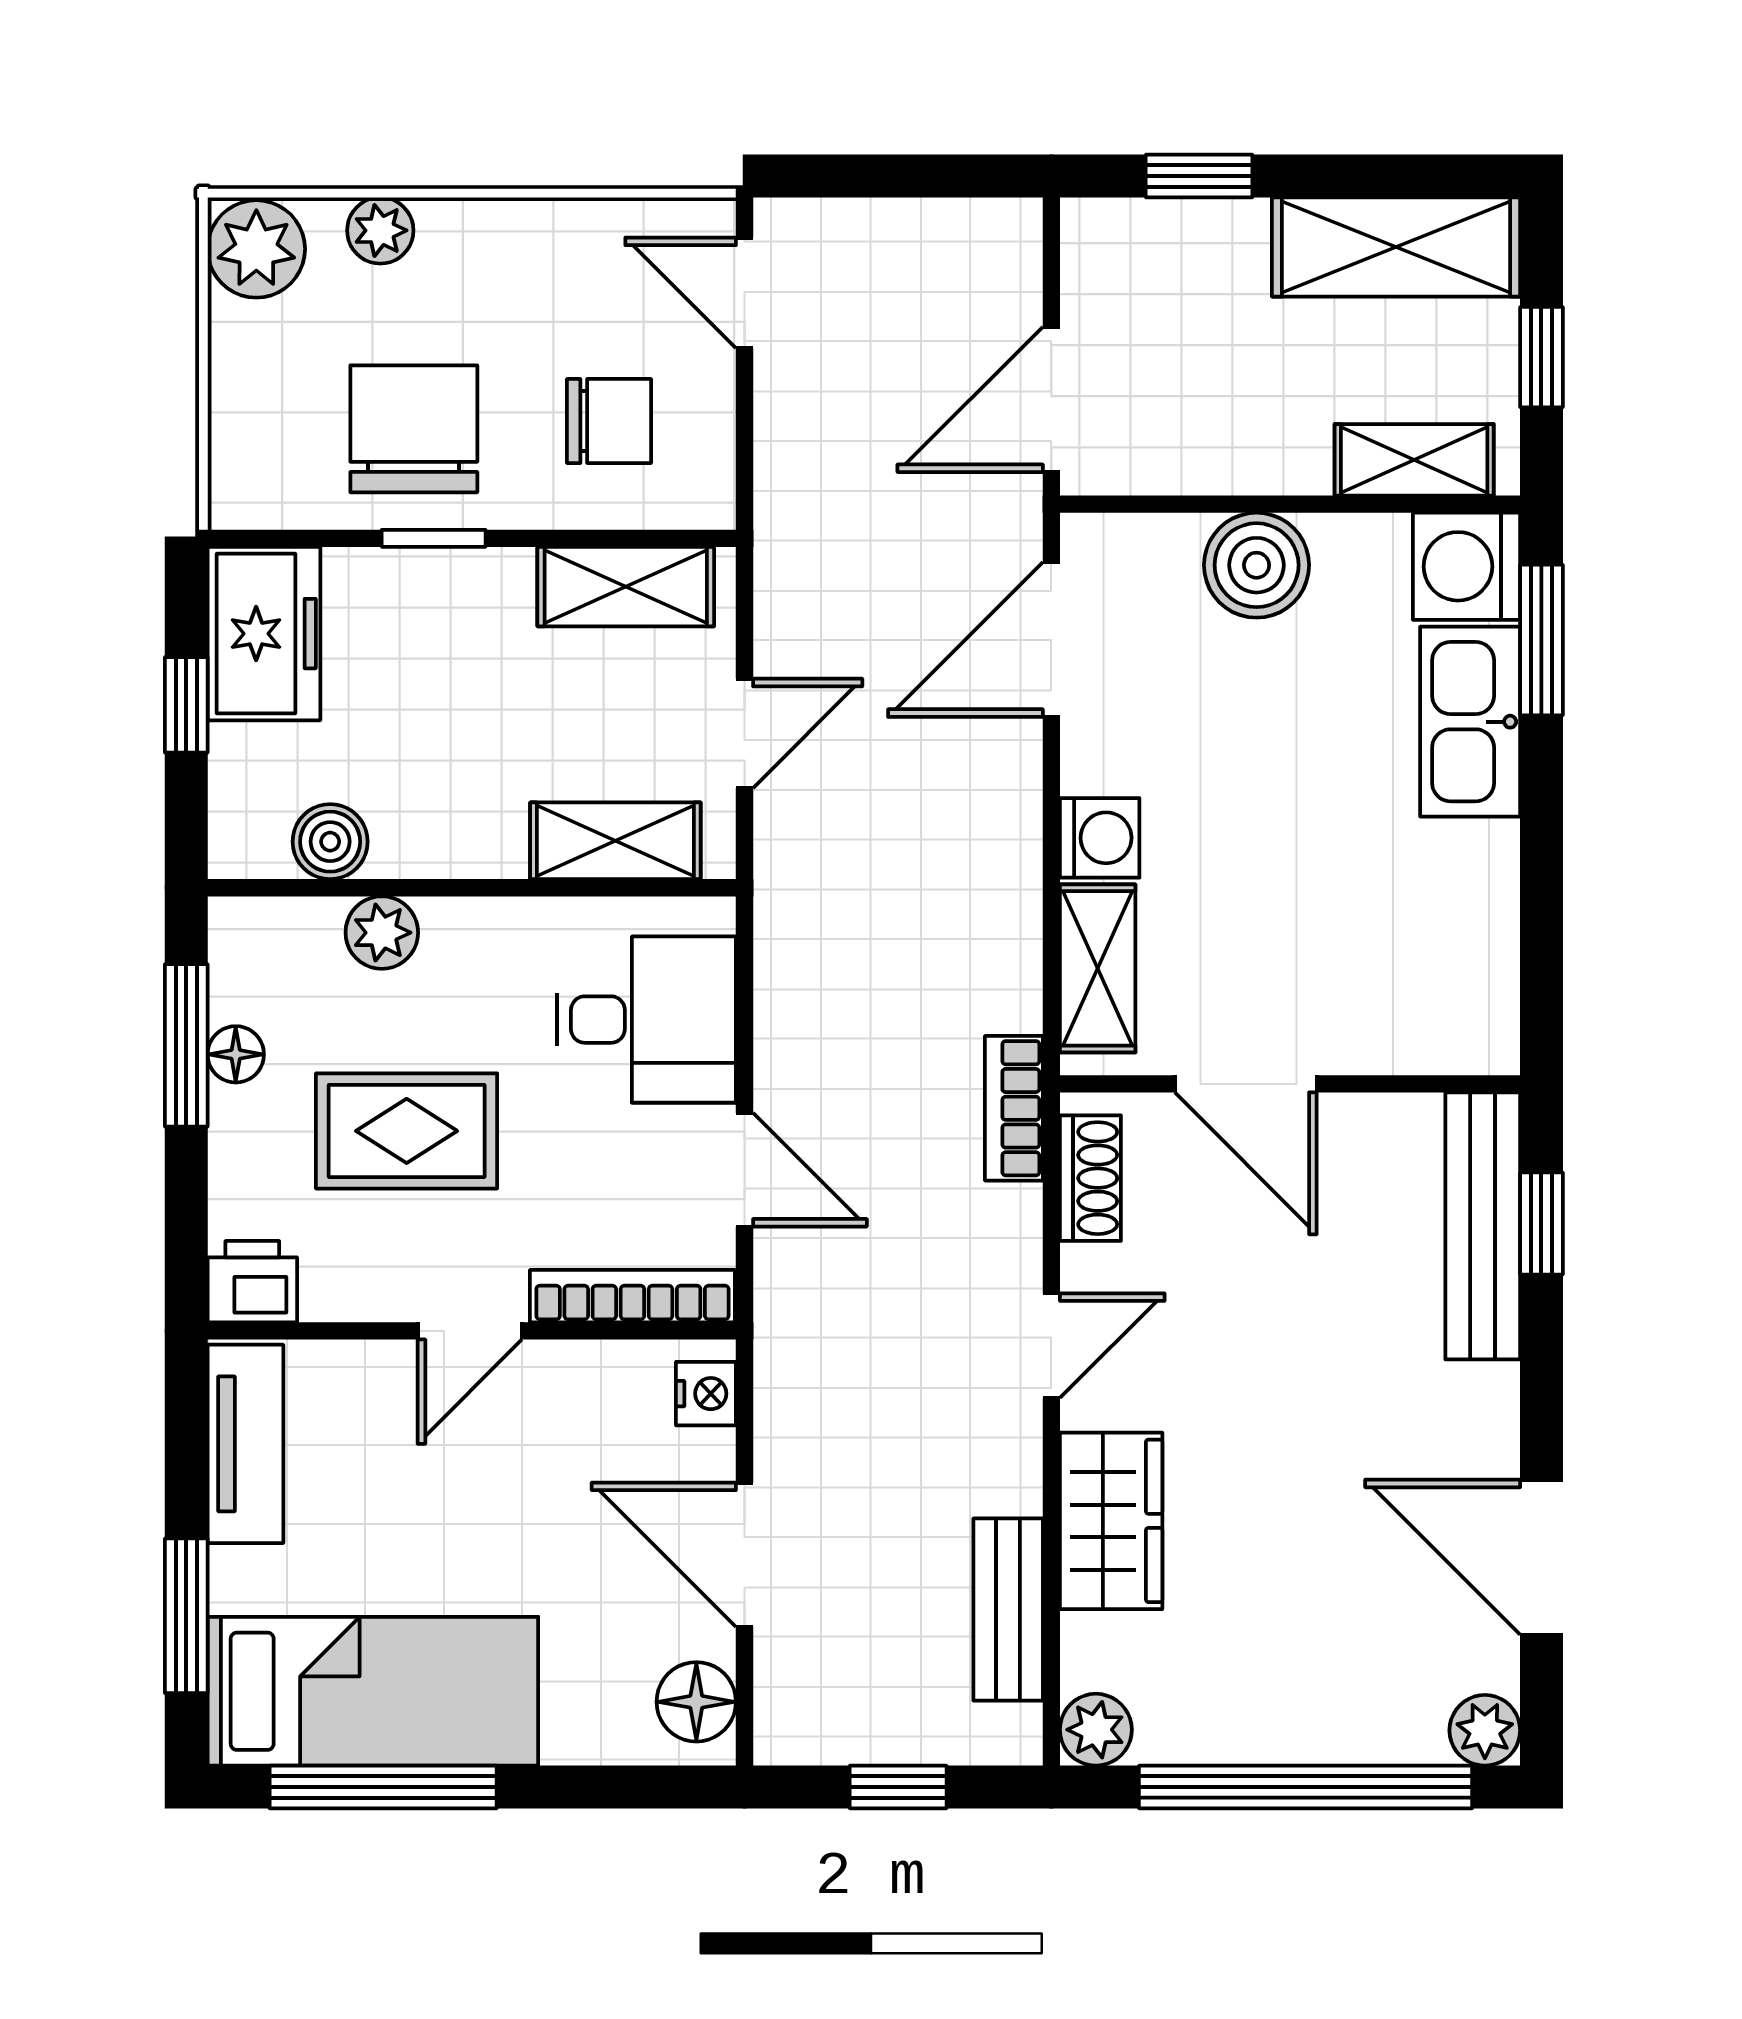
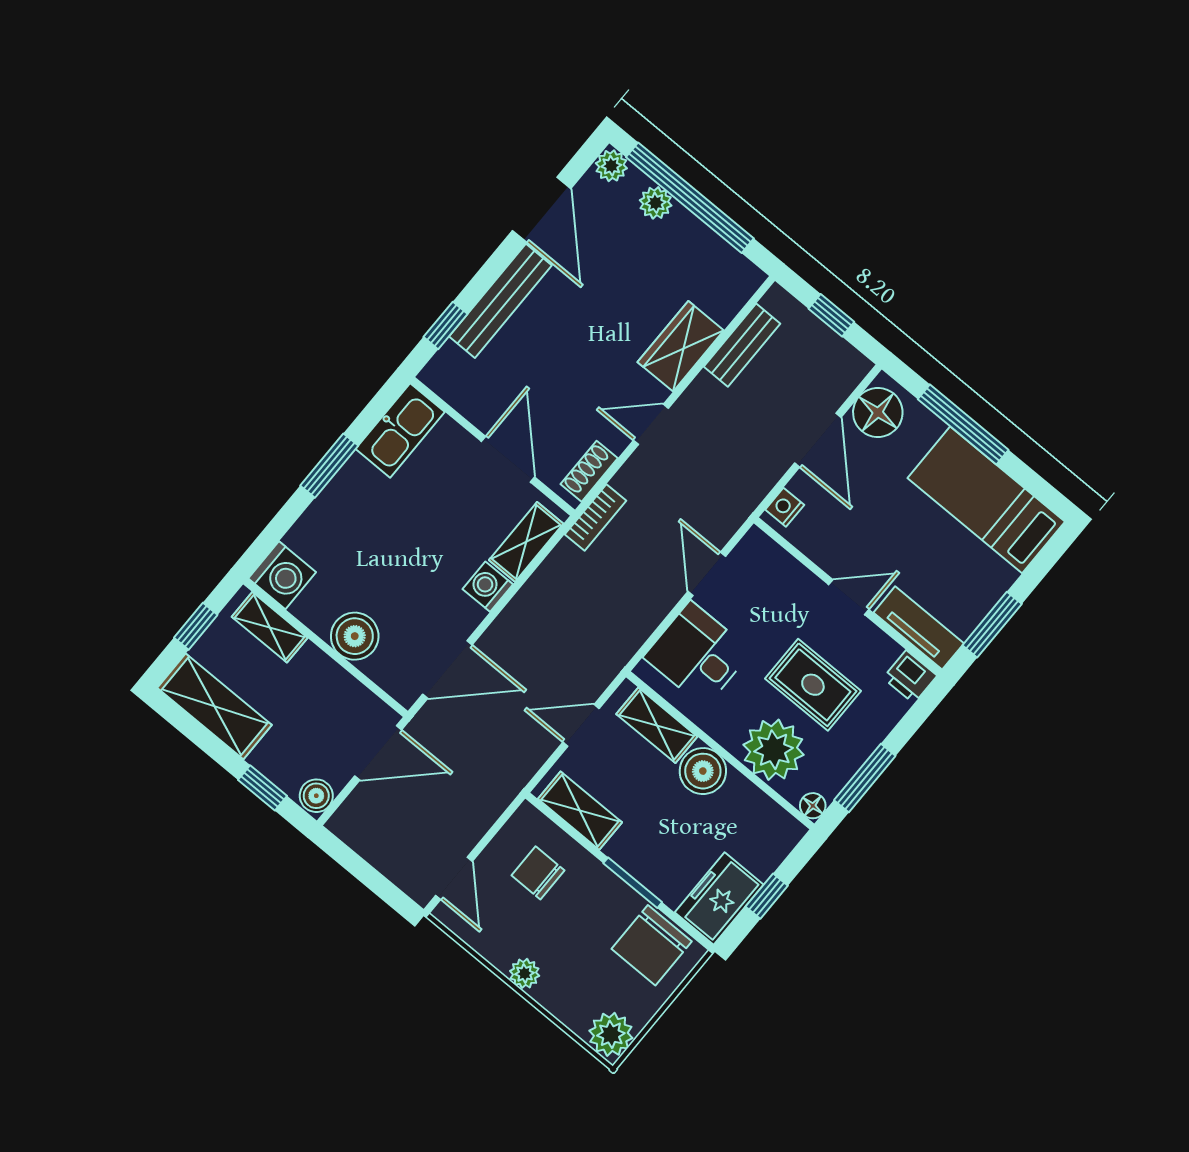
plant: (380, 230) -> (525, 973), moved
boiler: (1096, 239) -> (316, 796), added
chair: (414, 429) -> (652, 945), moved
window: (434, 538) -> (633, 883), width x1.50
window: (1541, 640) -> (329, 466), moved
kitchen sink: (1470, 722) -> (400, 430), moved
boiler: (330, 842) -> (703, 771), moved, width x1.36, depth x1.36
plant: (382, 933) -> (774, 750), width x1.88, depth x1.88
floor lamp: (236, 1054) -> (813, 806), moved
bench: (1483, 1226) -> (500, 301), moved
bookcase: (632, 1296) -> (782, 562), removed
tv unit: (245, 1444) -> (919, 628), moved, turned 90
window: (186, 1616) -> (992, 625), moved
floor lamp: (696, 1702) -> (878, 412), width x1.38, depth x1.38
plant: (1096, 1730) -> (656, 203), moved
window: (383, 1787) -> (963, 425), moved

